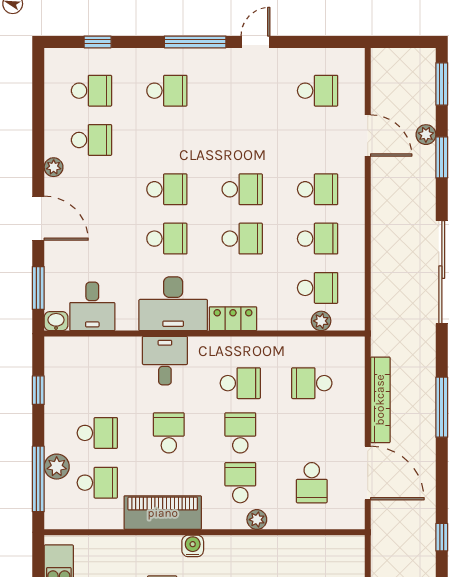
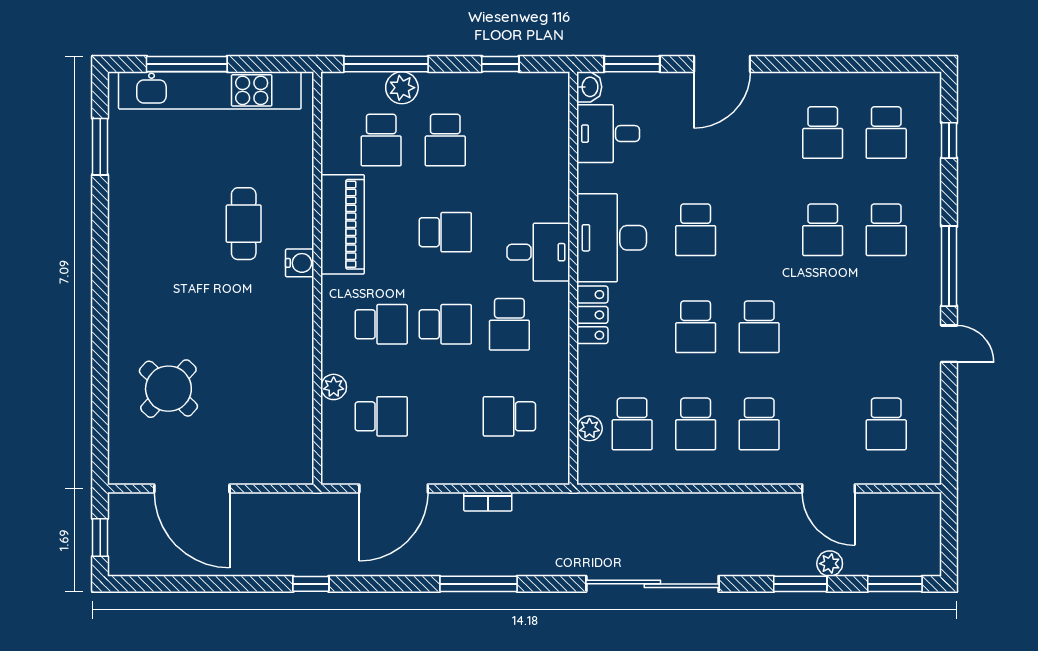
door: (368, 135) -> (828, 488), hinge flipped
plant: (54, 167) -> (788, 84), removed
school desk: (167, 189) -> (823, 230), moved
desk: (165, 361) -> (538, 252), moved
school desk: (312, 383) -> (509, 416), turned -90
bookcase: (380, 400) -> (488, 502), width x0.43, depth x0.76
school desk: (312, 483) -> (381, 416), turned 180
plant: (257, 520) -> (334, 387), moved

